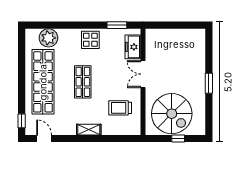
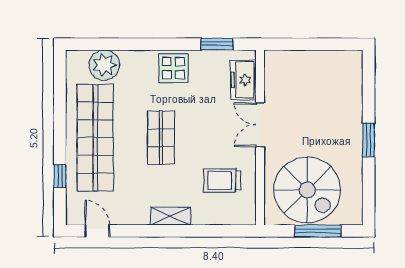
window: (22, 121) -> (60, 176), moved
window: (178, 139) -> (318, 231), width x2.17

